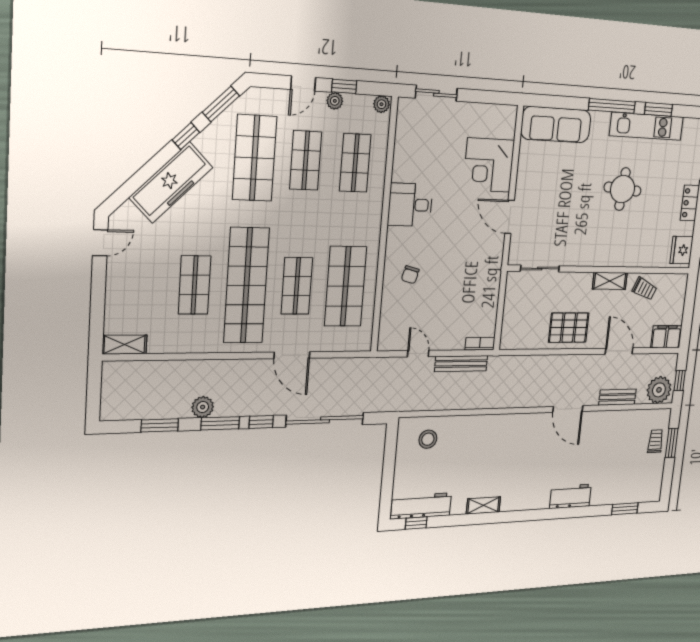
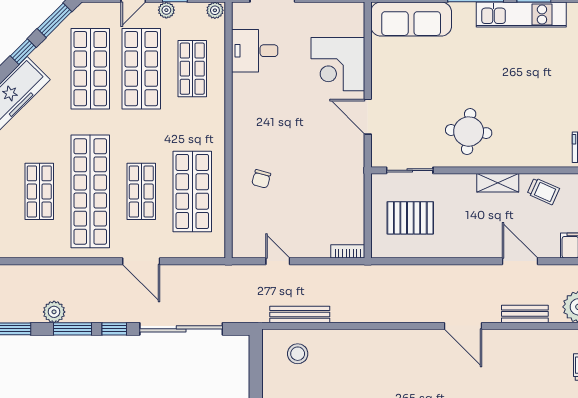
shop shelf: (306, 160) -> (141, 69), width x1.43, depth x1.36
round table: (623, 189) -> (469, 132), moved
desk: (410, 205) -> (255, 51), moved
pallet: (569, 328) -> (410, 218), moved
bench: (461, 364) -> (300, 314), moved

